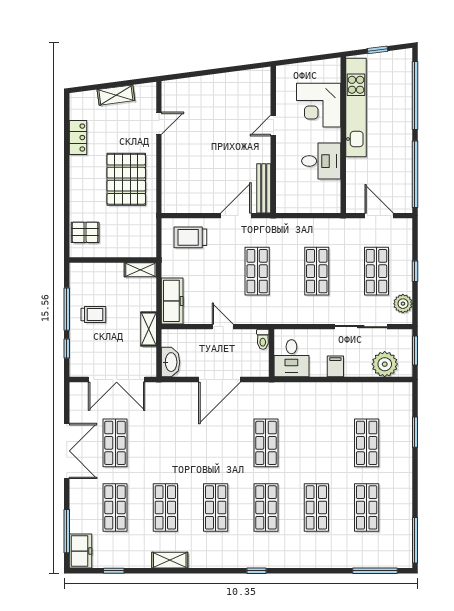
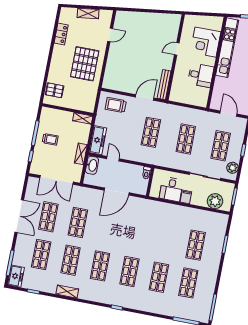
door: (223, 327) -> (113, 159), moved
desk: (291, 358) -> (171, 189), moved
washbasin: (171, 362) -> (92, 165), moved
shop shelf: (266, 443) -> (78, 222), moved

